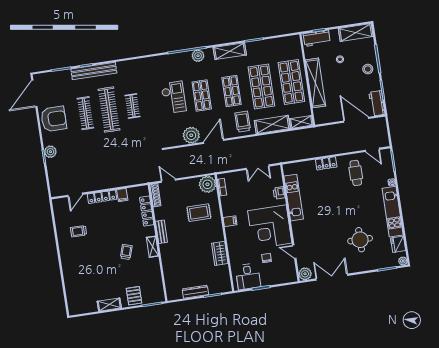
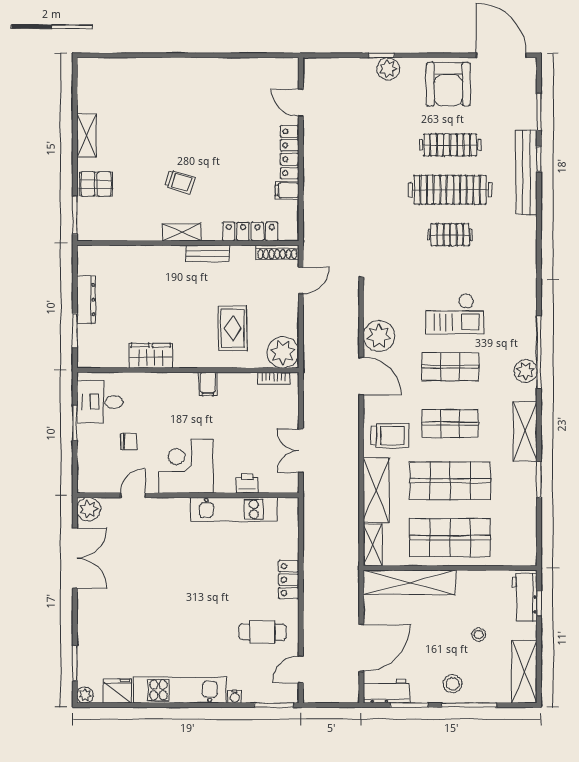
shelving: (316, 83) -> (409, 582), moved
corner desk: (270, 227) -> (186, 466), width x0.74, depth x0.74
trolley: (79, 231) -> (232, 99), removed
round table: (360, 240) -> (137, 621), removed

